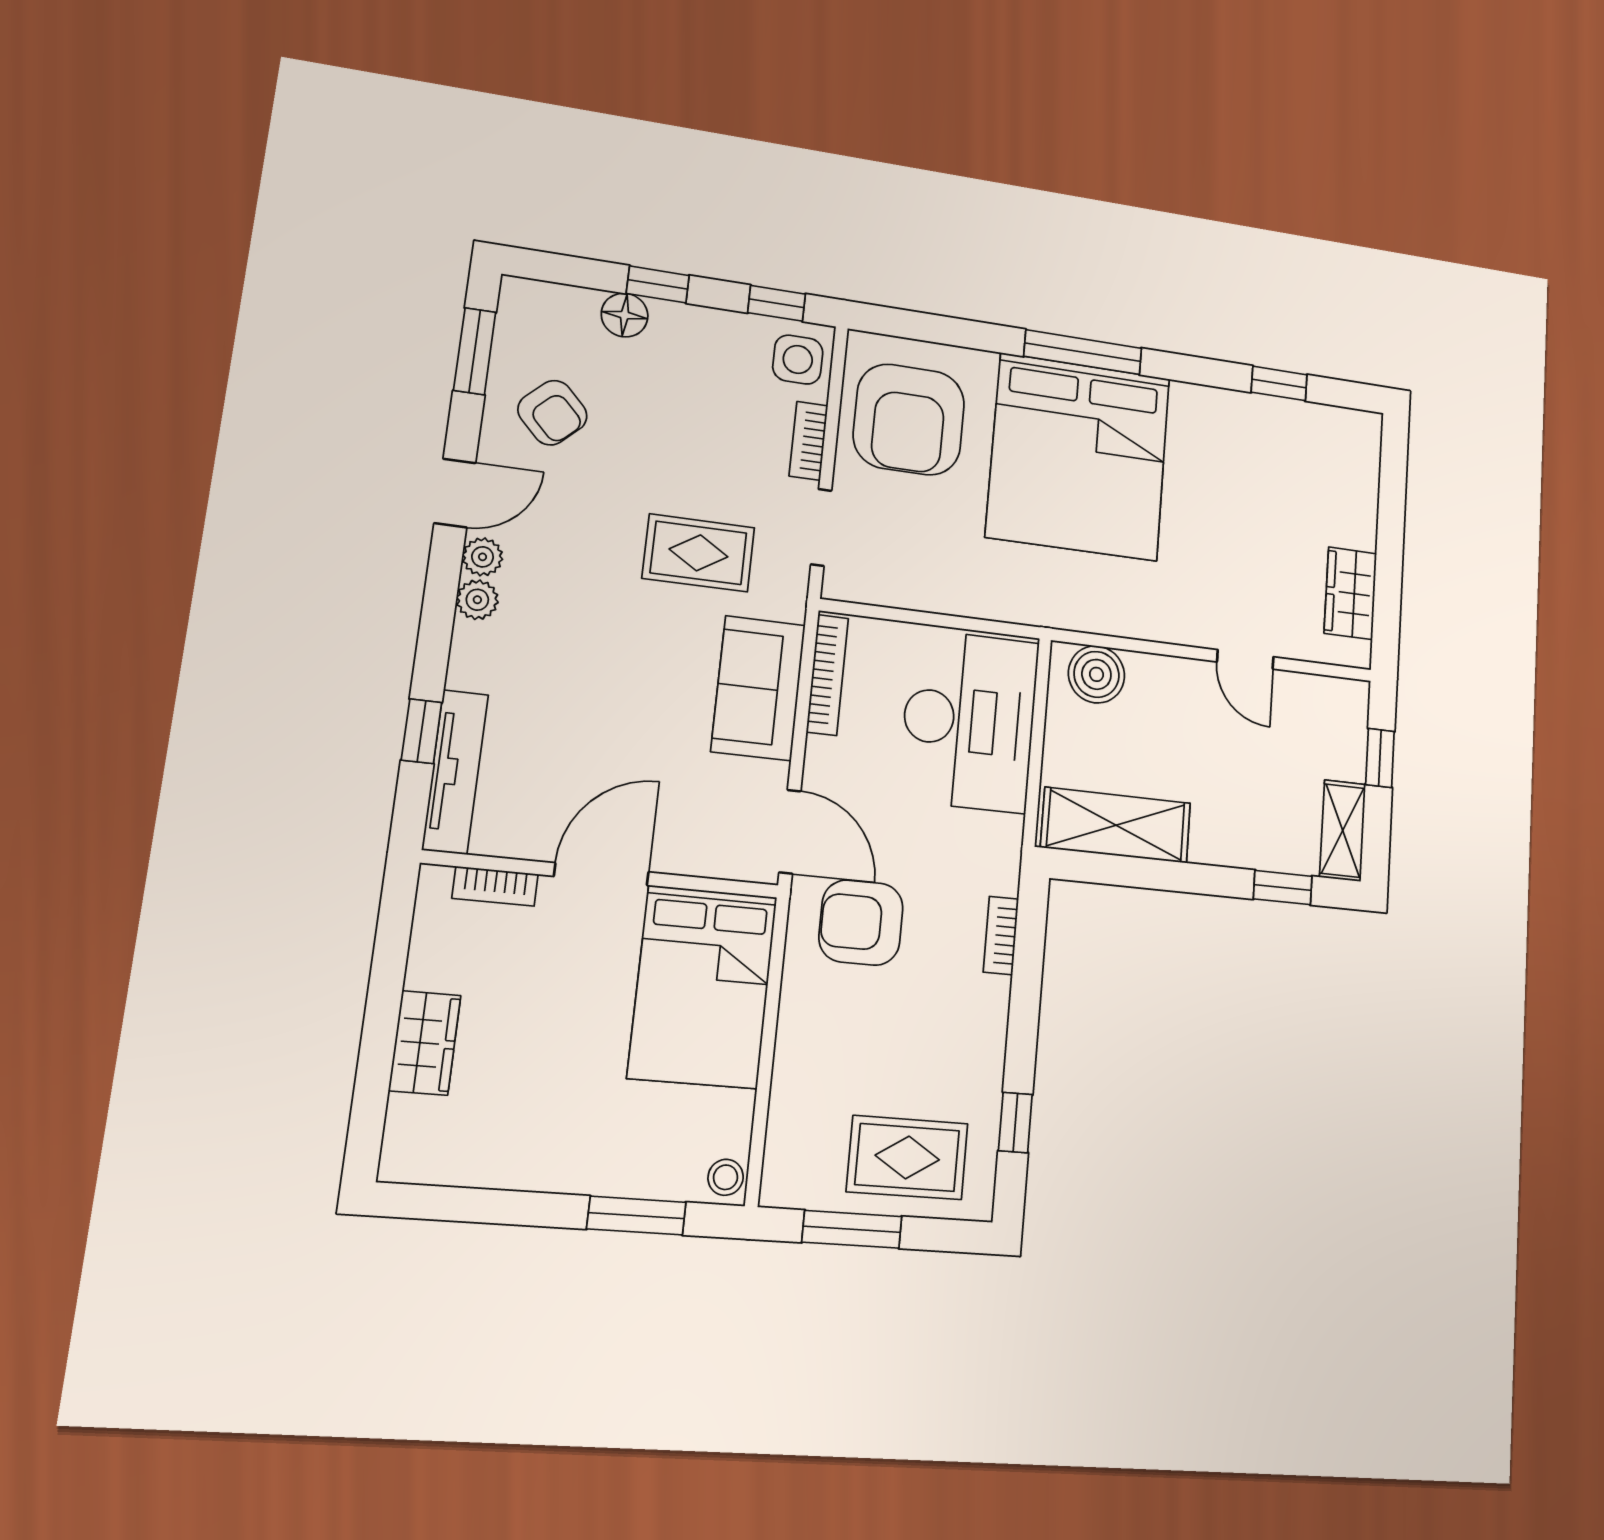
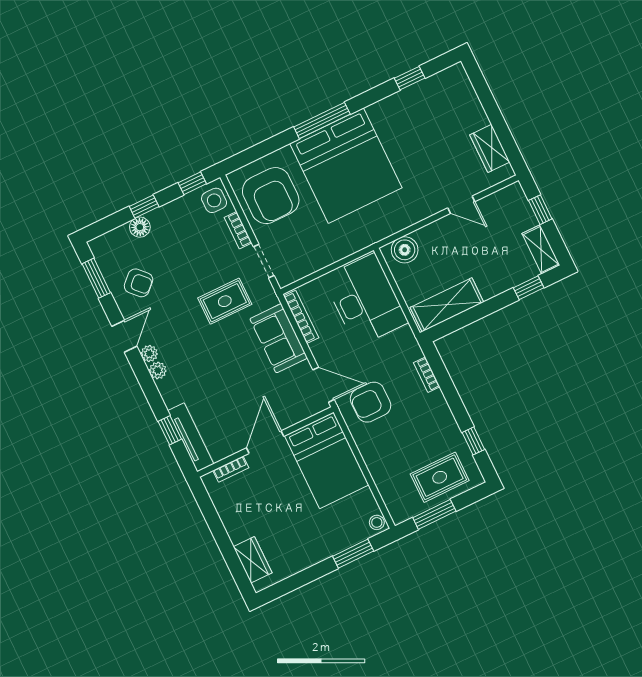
wardrobe: (425, 1043) -> (253, 560), moved

